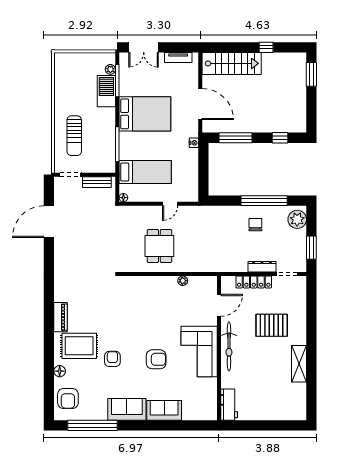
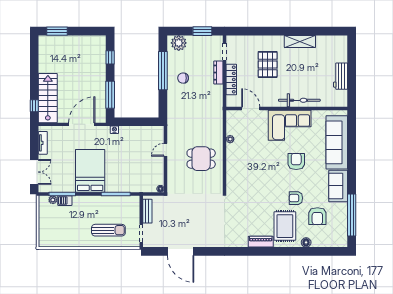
window: (266, 47) -> (34, 106), moved
barbecue: (106, 91) -> (65, 201), width x0.53, depth x0.65
bed: (145, 172) -> (139, 171), removed
door: (170, 204) -> (166, 150), swing flipped
bicycle: (229, 346) -> (299, 100), moved
armchair: (68, 398) -> (317, 216), moved, turned 90
workbench: (229, 405) -> (341, 76), moved, turned -90
sofa: (164, 410) -> (337, 142), width x1.85, depth x1.27

